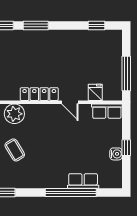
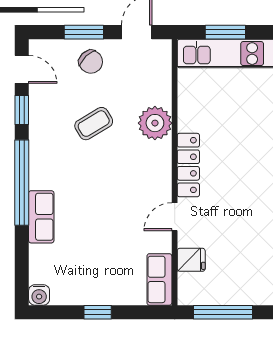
water cooler: (116, 154) -> (39, 295), moved
row of seats: (83, 181) -> (41, 217), moved
window: (71, 193) -> (22, 183), moved

